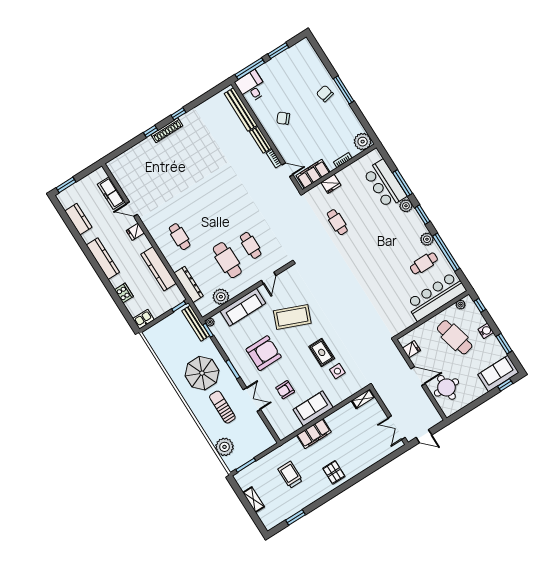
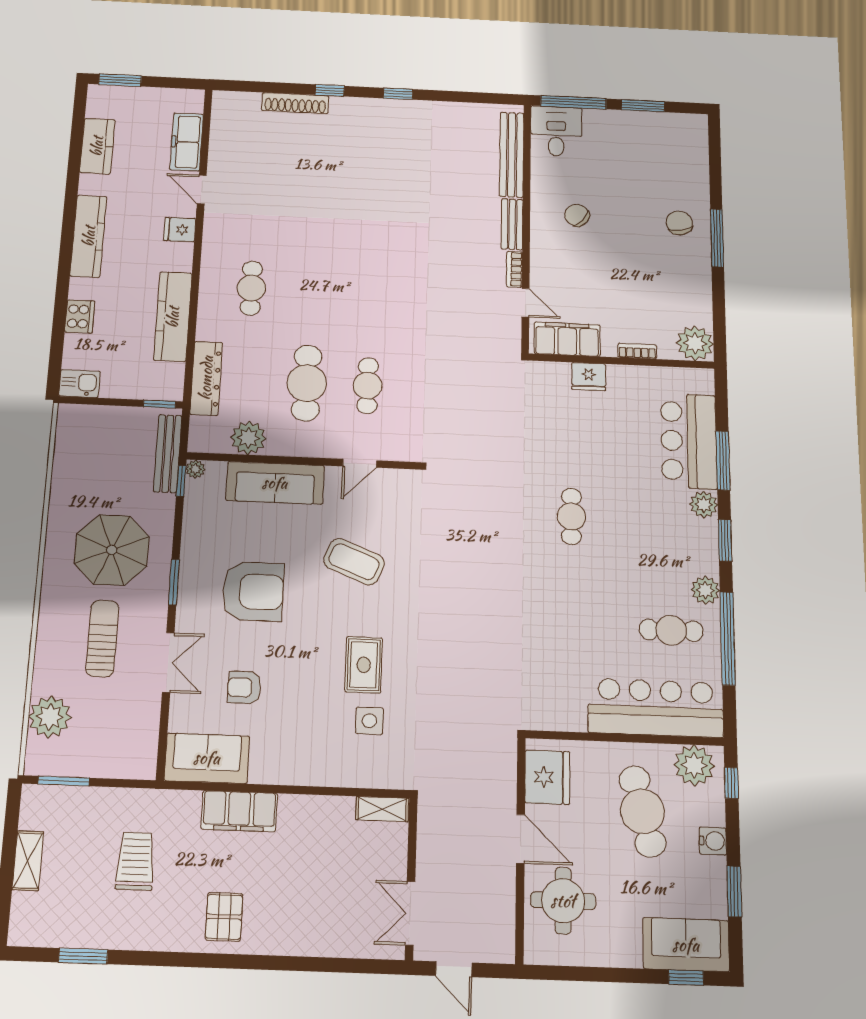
shoe rack: (167, 130) -> (295, 103), moved
cafe table: (337, 222) -> (571, 516), moved
plant: (461, 305) -> (694, 765), width x1.88, depth x1.88
coffee table: (292, 317) -> (354, 562), width x0.73, depth x0.76
fridge: (411, 349) -> (547, 777), width x1.88, depth x1.34
sofa: (313, 409) -> (207, 758), moved

